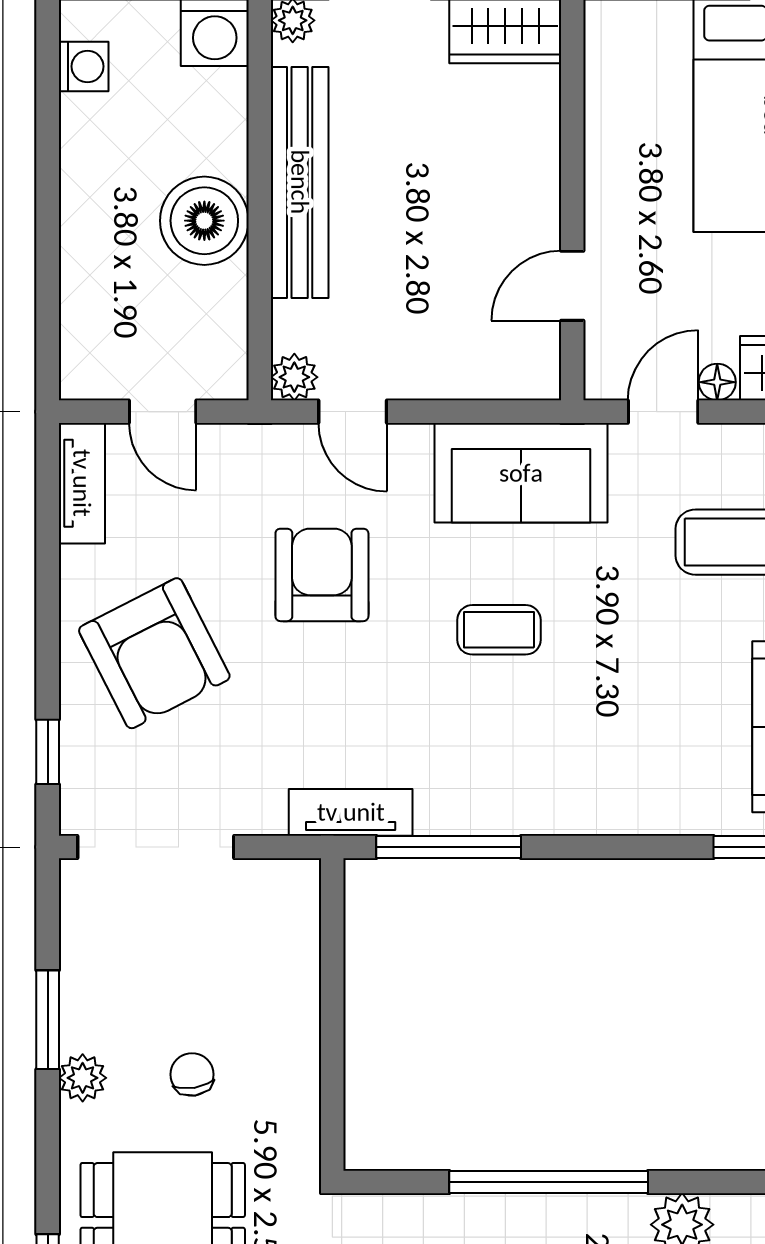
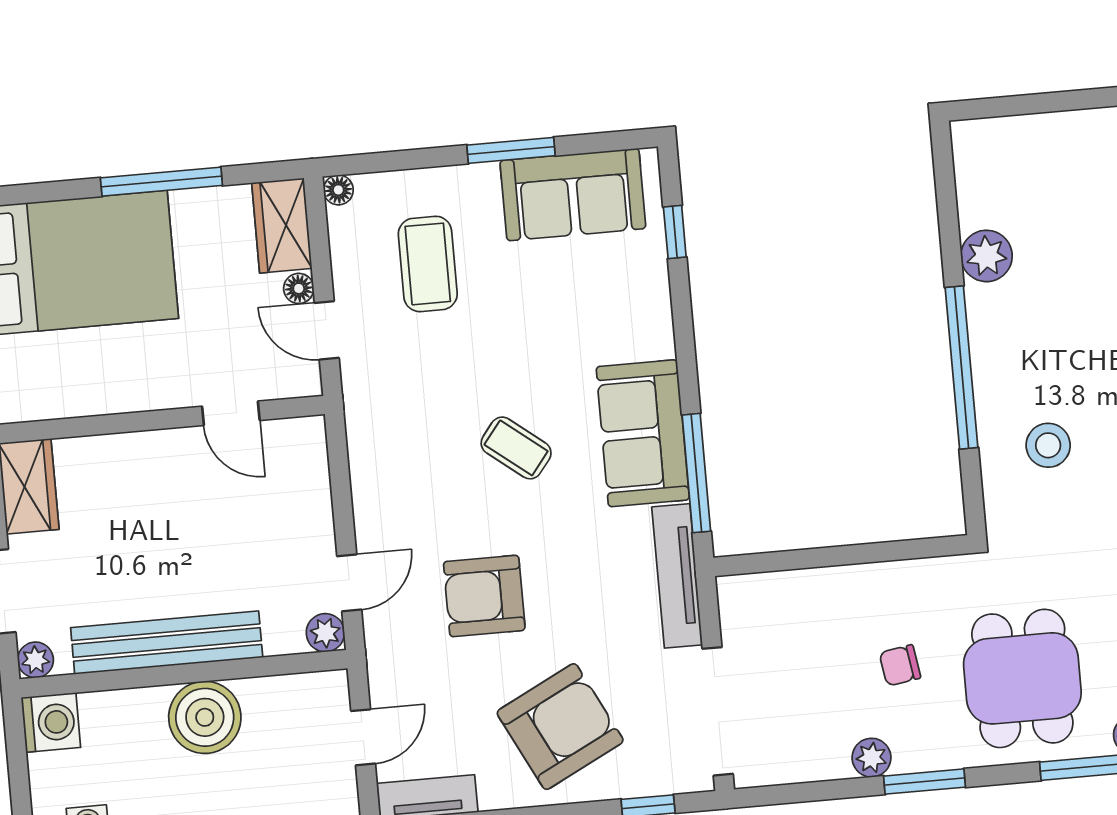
sofa: (521, 473) -> (643, 433), moved, turned 180
coffee table: (499, 630) -> (516, 448), turned -52
tv unit: (351, 812) -> (677, 576), width x1.41
window: (48, 1020) -> (924, 782), moved
plant: (83, 1078) -> (872, 758), moved

